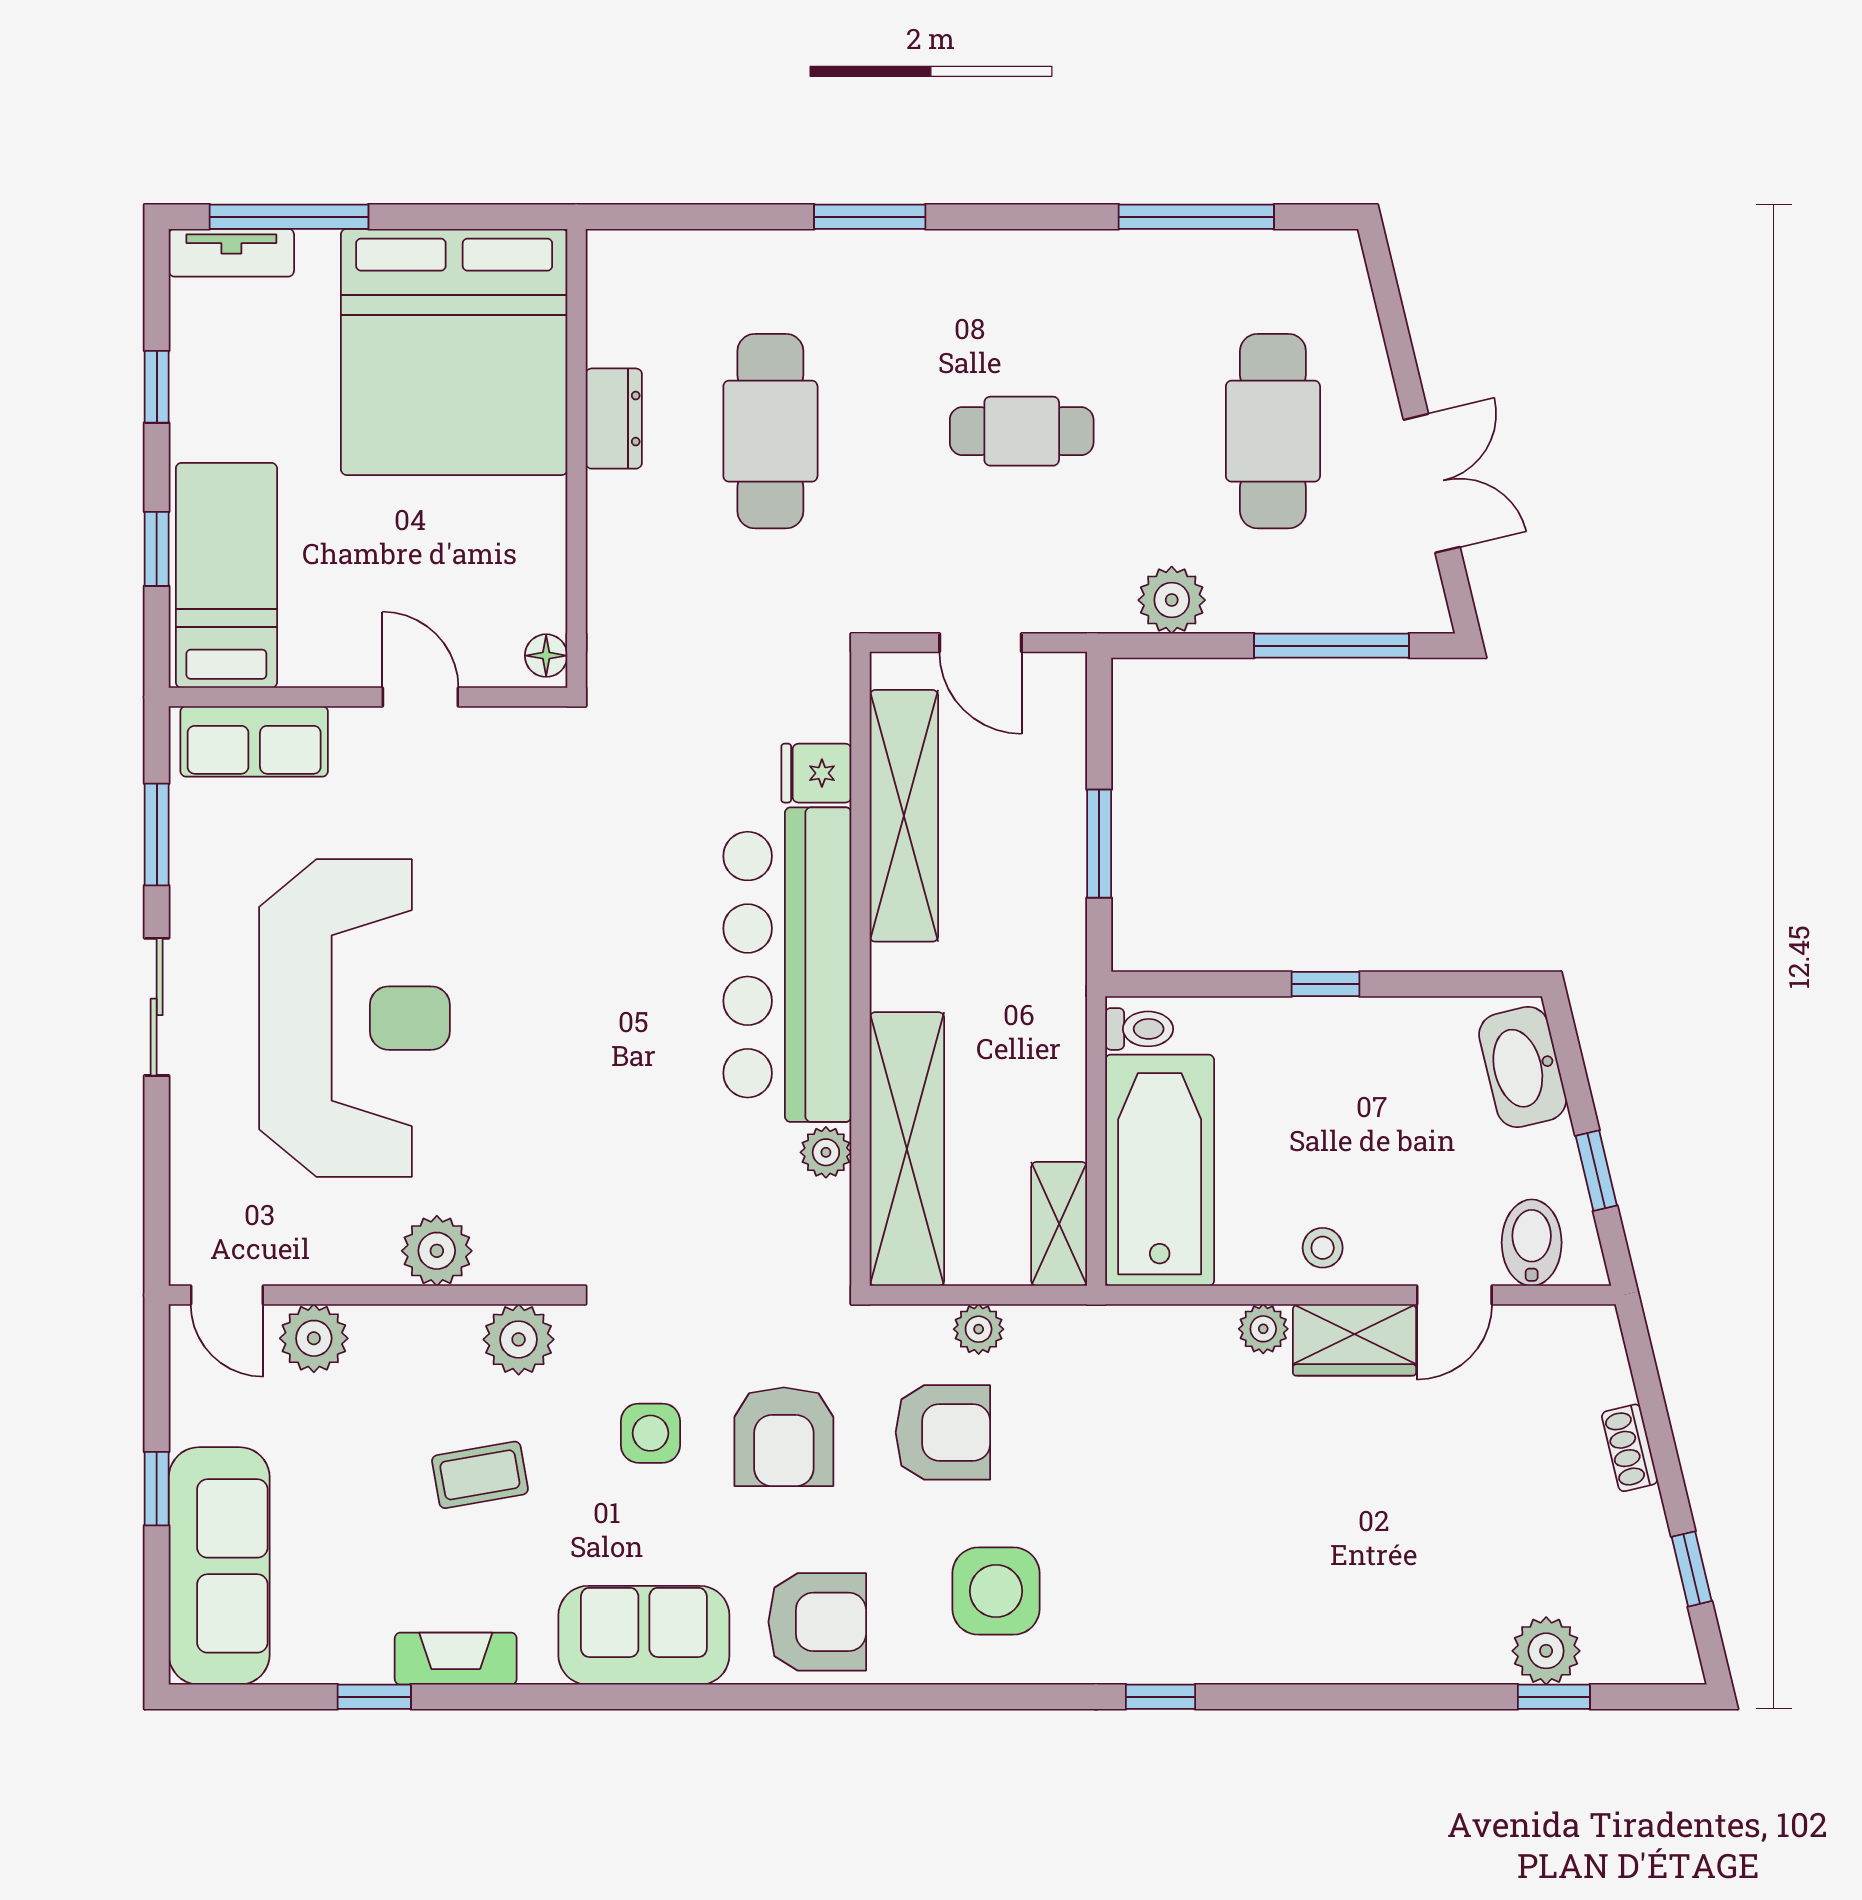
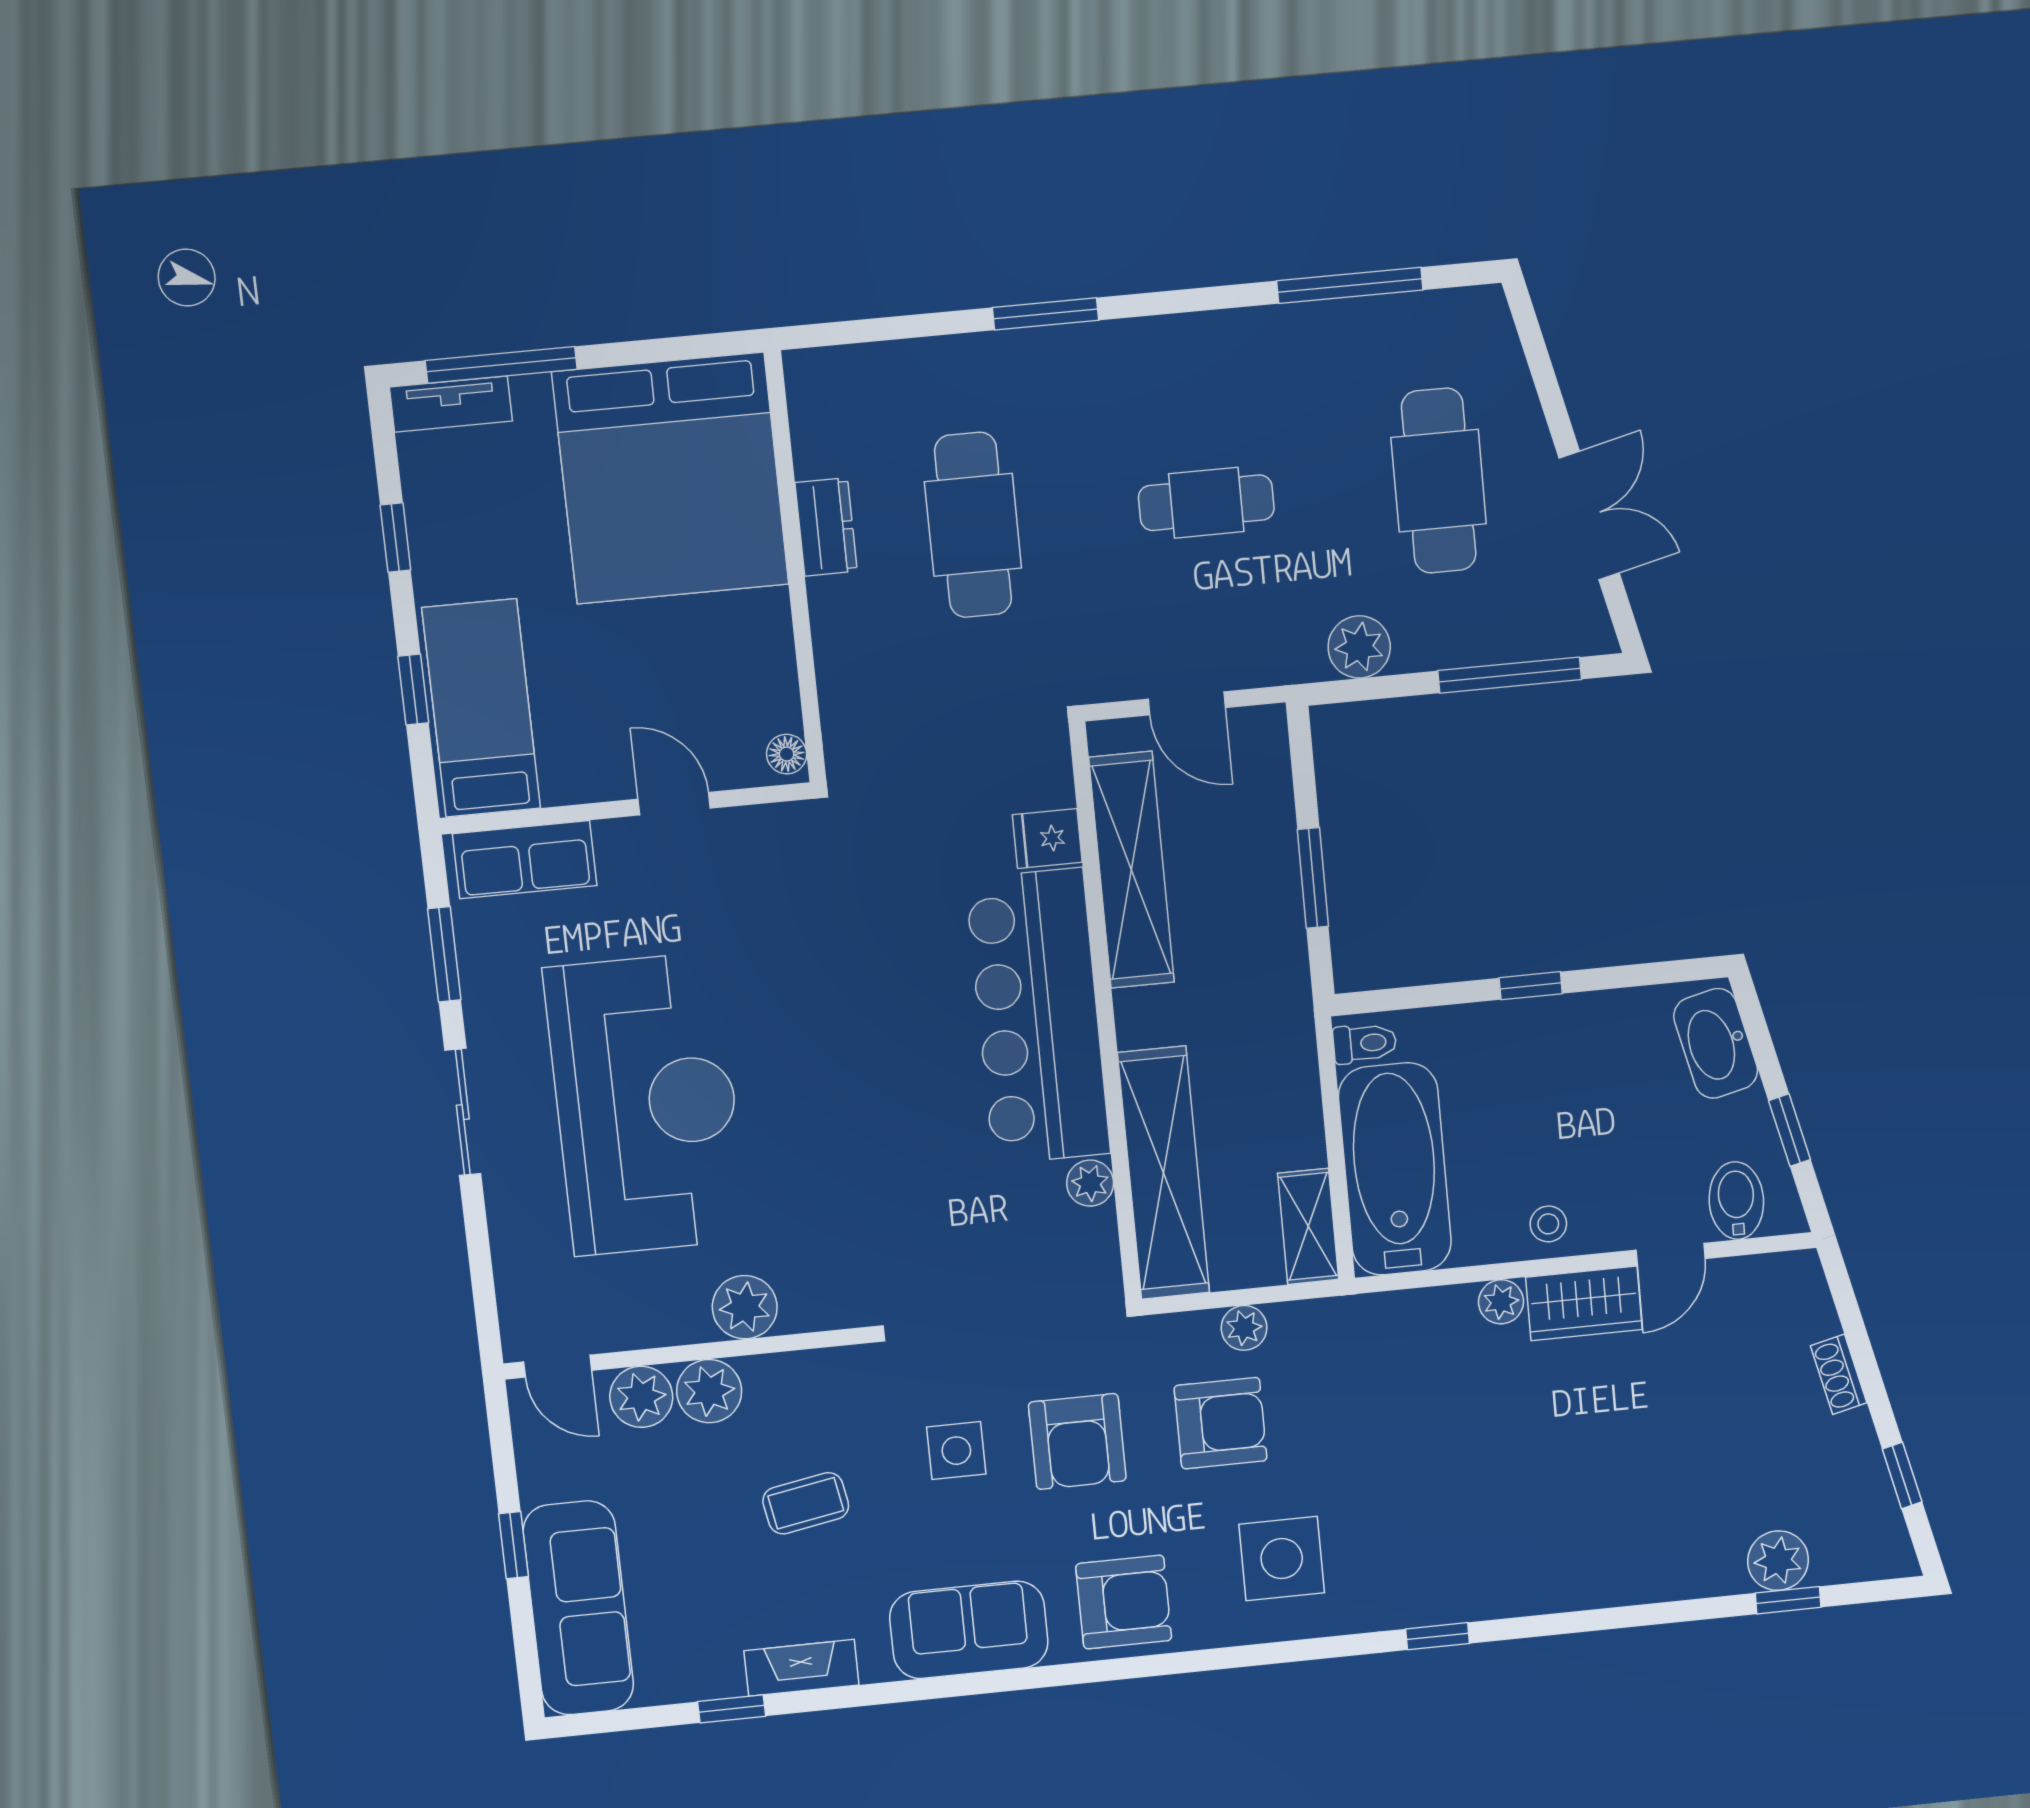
plant: (519, 1339) -> (709, 1391), moved

